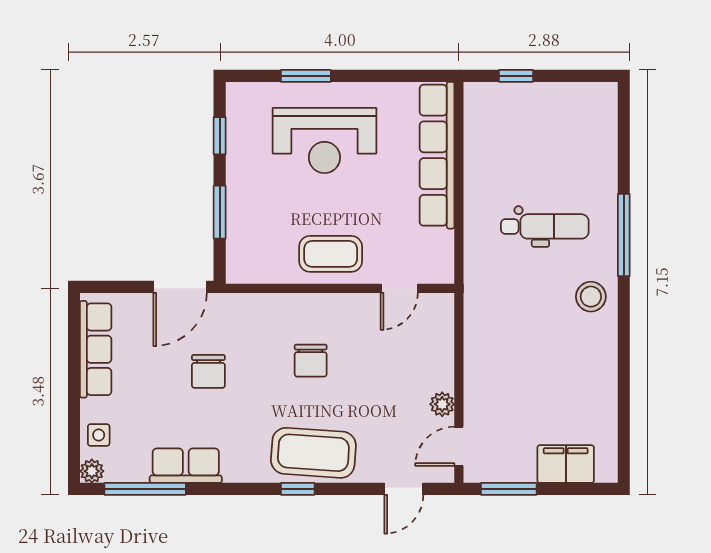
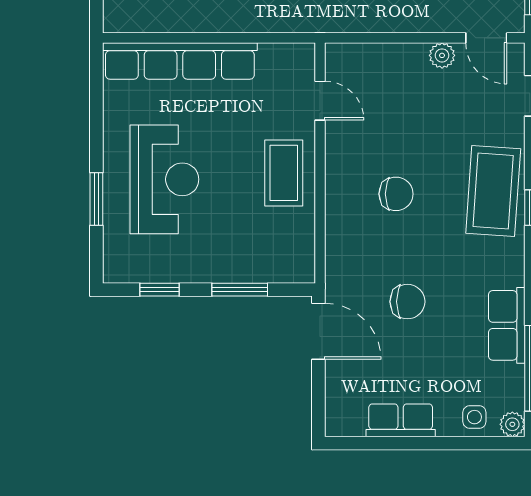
row of seats: (96, 349) -> (401, 420), width x0.68

